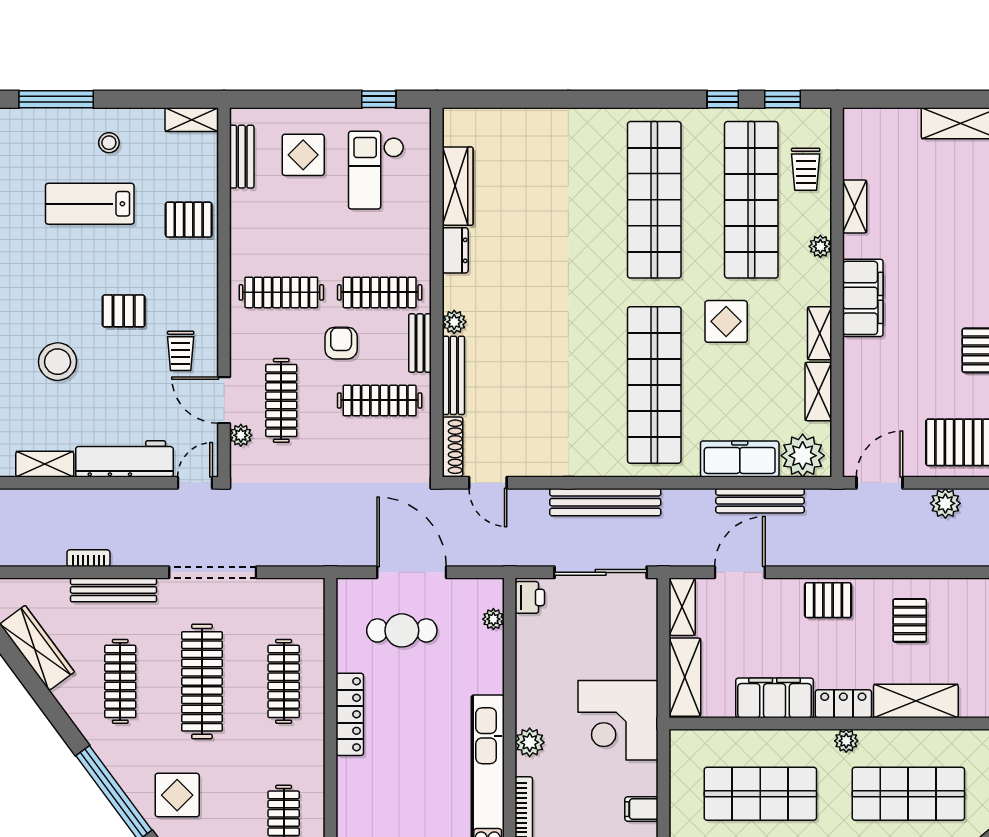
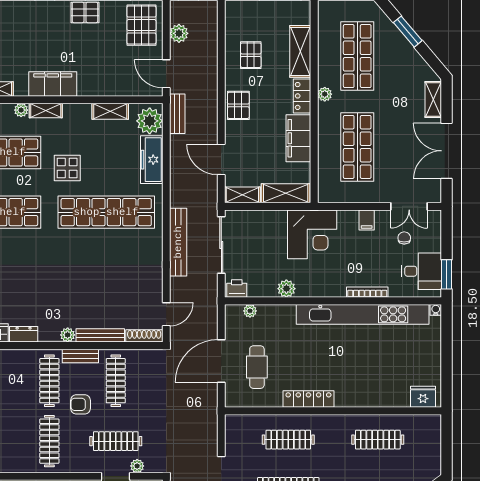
shelving: (820, 333) -> (46, 111), moved
bench: (760, 501) -> (177, 114), moved, width x0.73
pallet: (910, 620) -> (251, 55), turned 90
plant: (530, 742) -> (286, 289), moved

